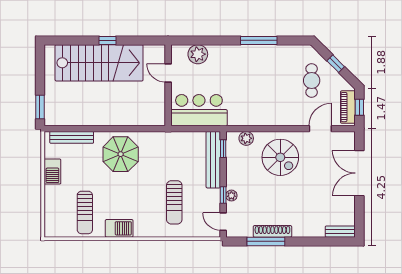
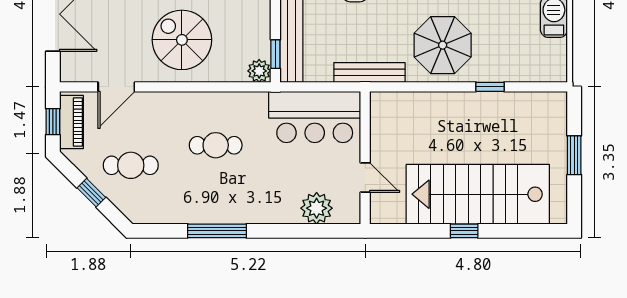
cafe table: (312, 80) -> (131, 165), turned 90
cafe table: (260, 93) -> (216, 145), added
window: (40, 107) -> (574, 155), moved
window: (92, 129) -> (490, 87), added
bench: (72, 137) -> (369, 72), moved
plant: (246, 138) -> (259, 71), moved

